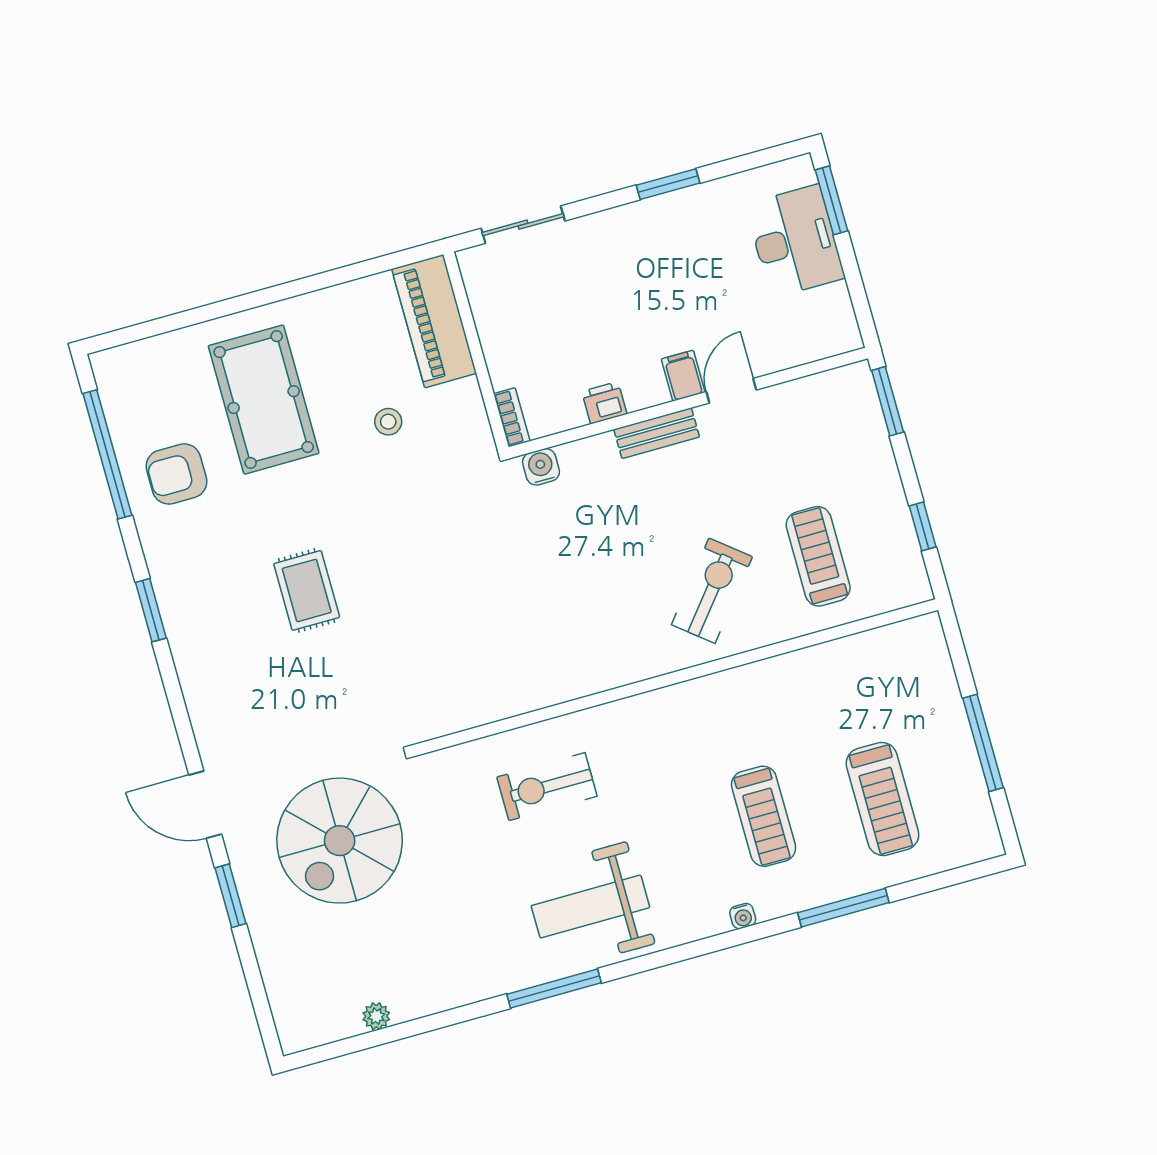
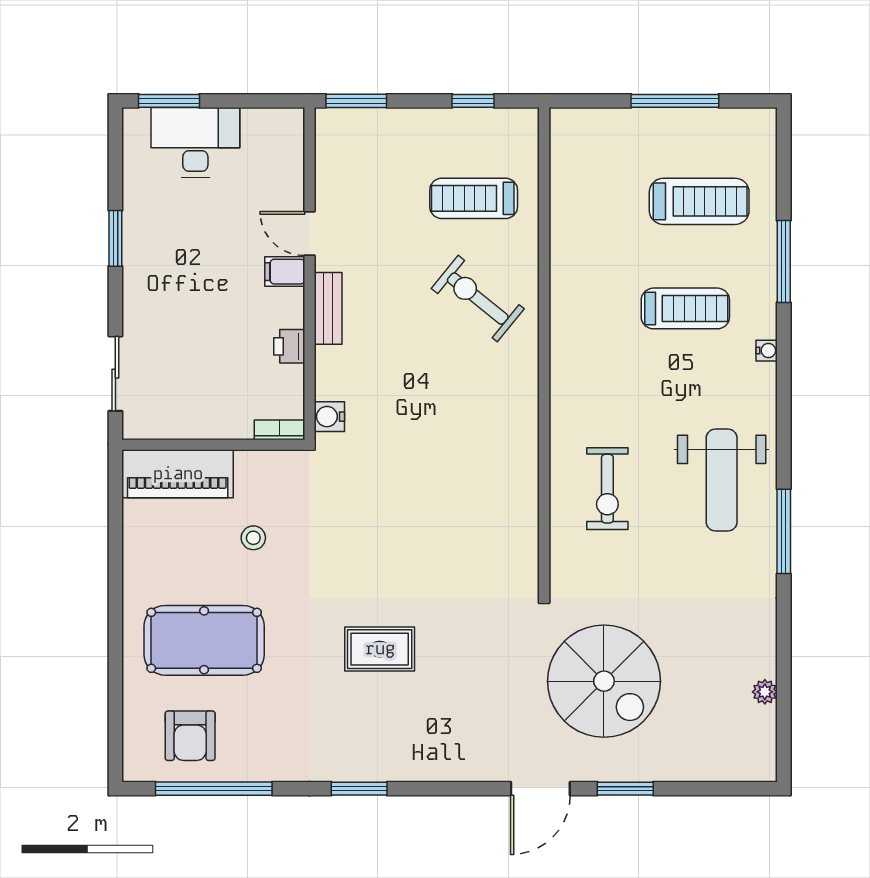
armchair: (176, 474) -> (190, 736), moved

